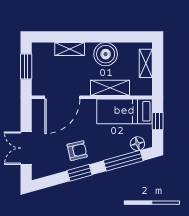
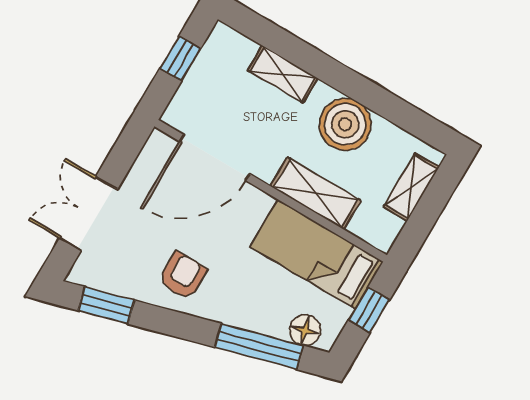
window: (26, 66) -> (180, 58), width x0.67
armchair: (77, 151) -> (183, 276), turned -77
window: (80, 173) -> (106, 305), moved

